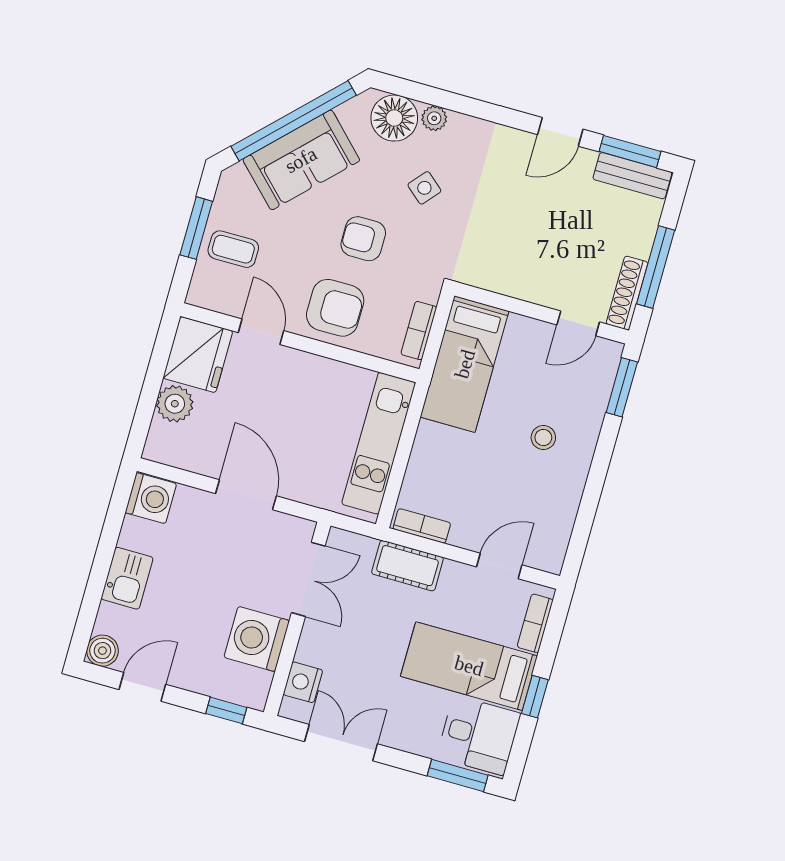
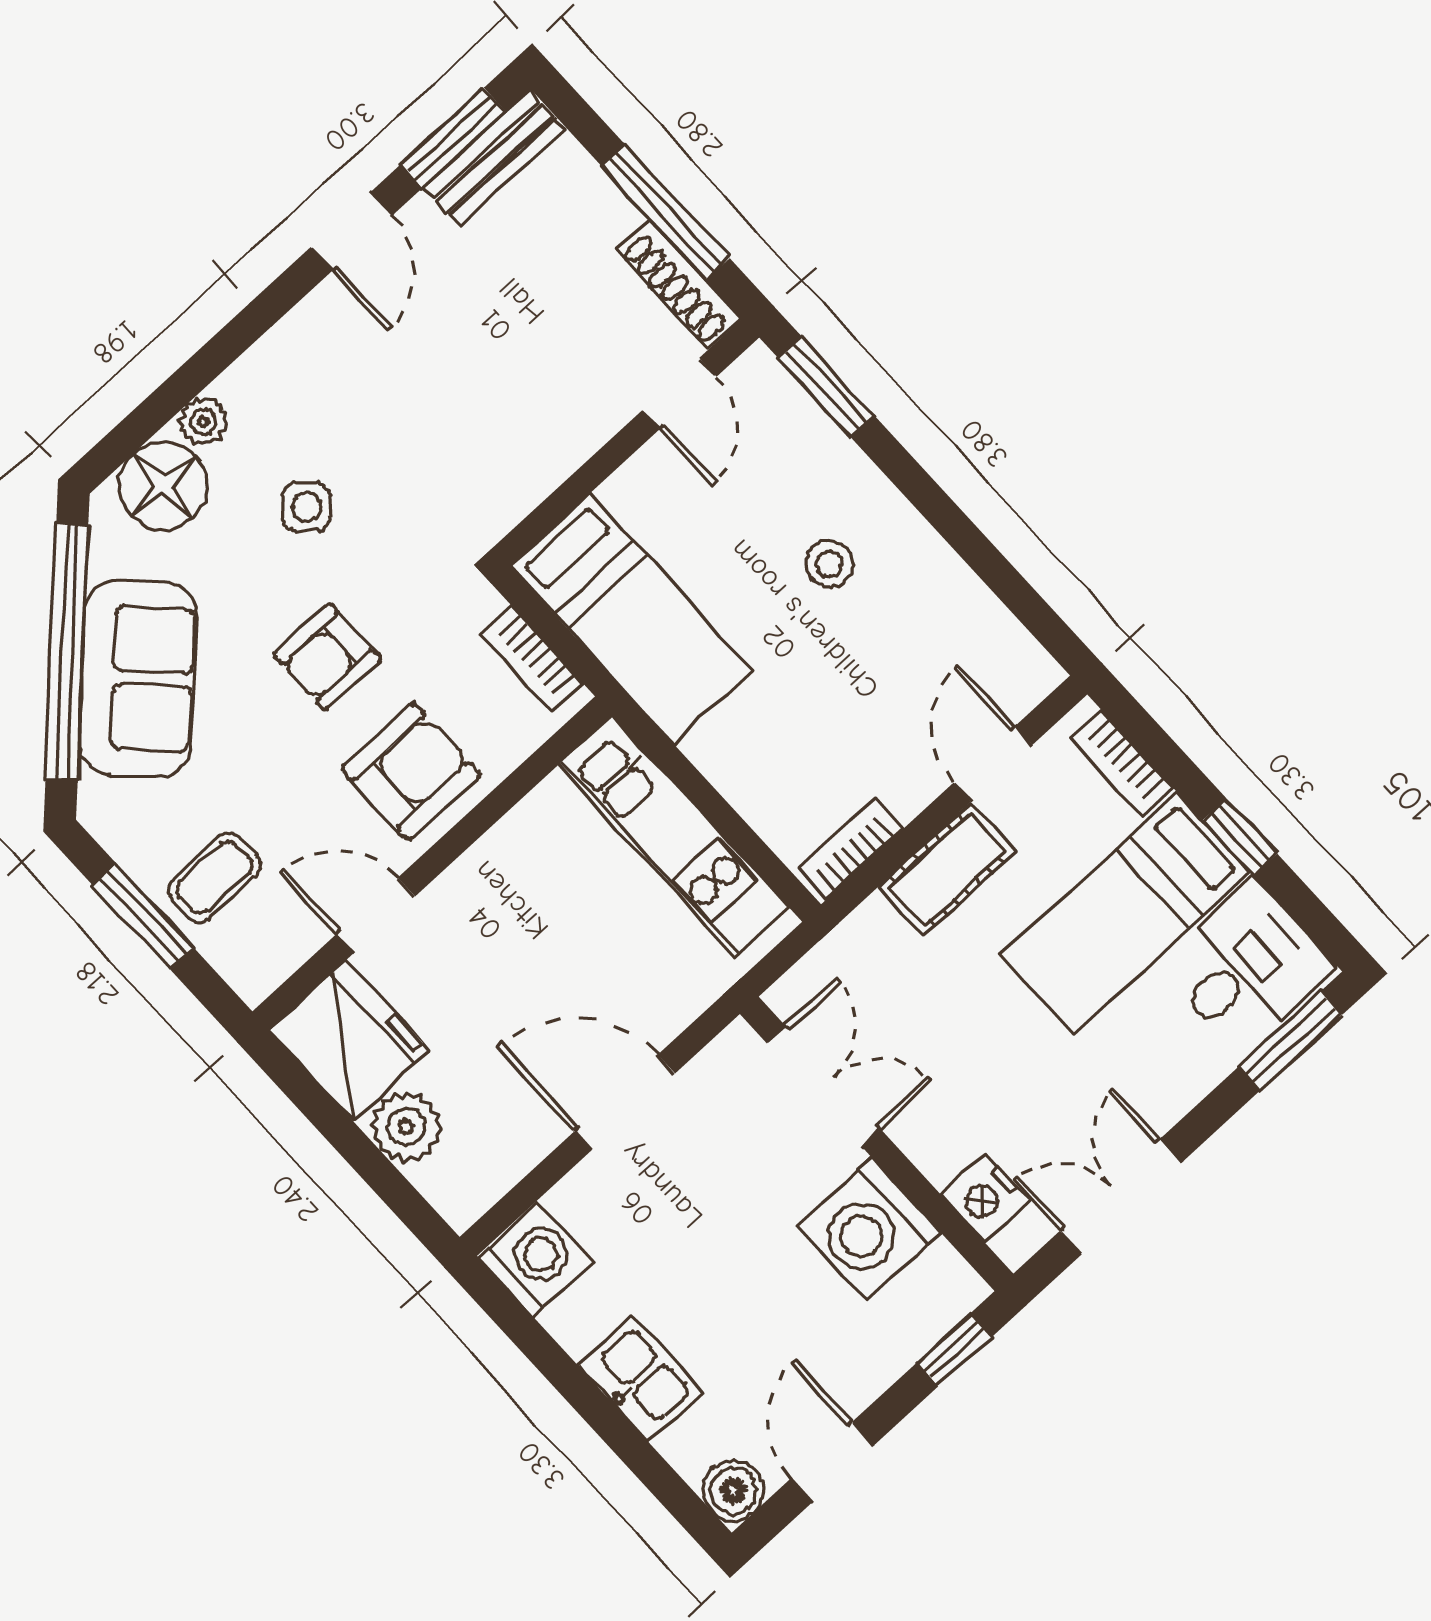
cot: (407, 566) -> (947, 869), moved

